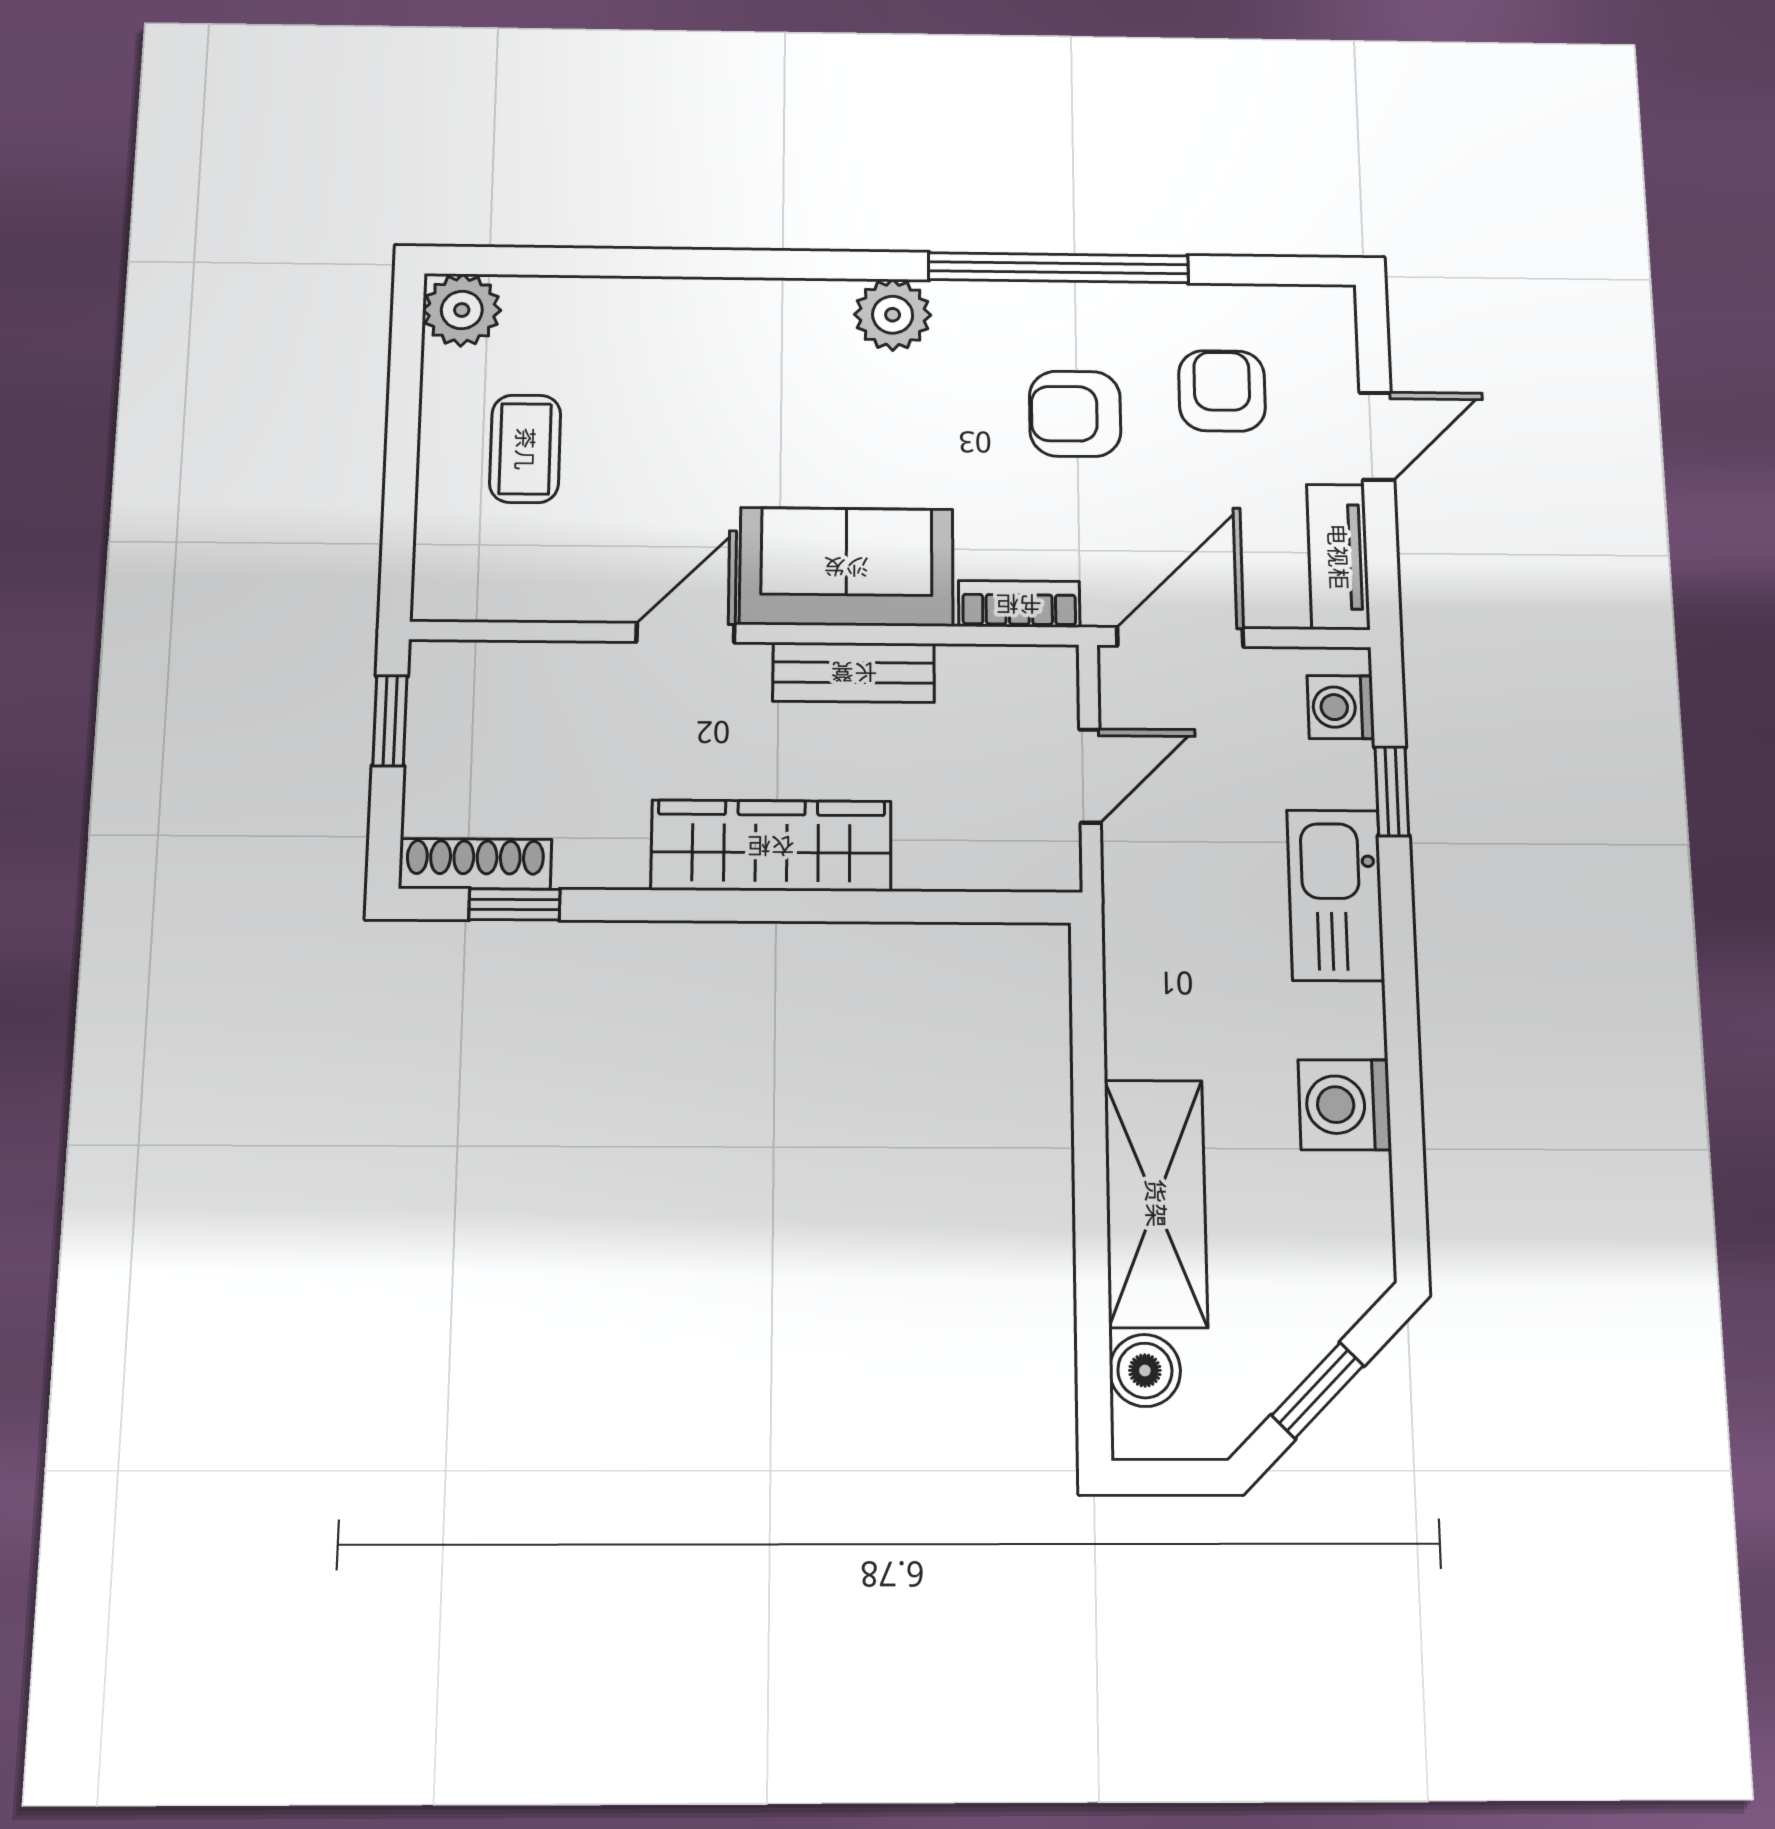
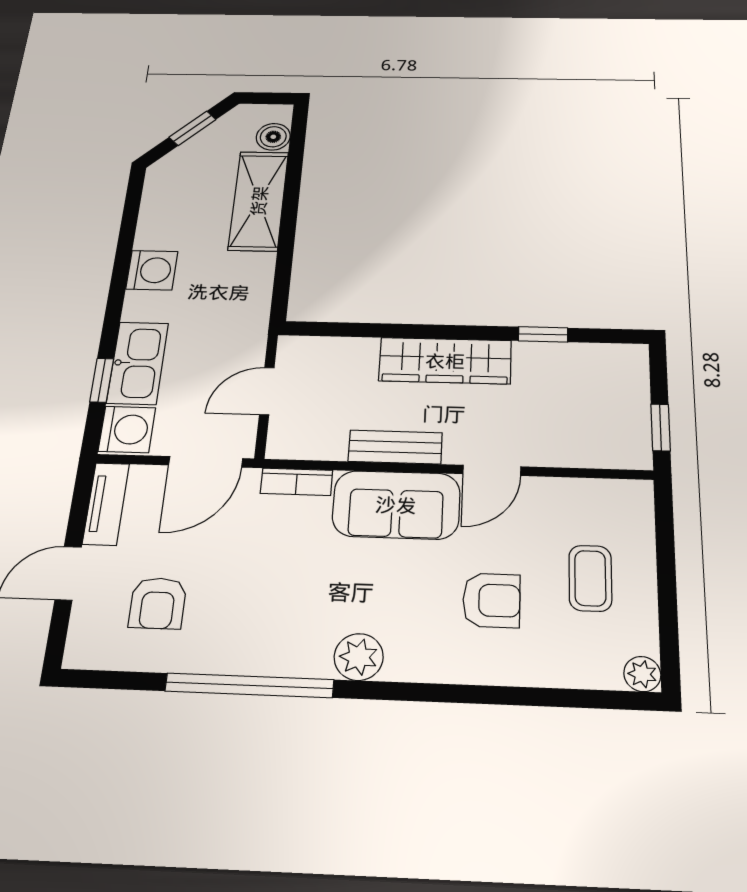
plant: (462, 310) -> (642, 674), width x0.73, depth x0.73
armchair: (1075, 414) -> (491, 600), moved
washing machine: (1341, 707) -> (127, 429), width x1.38, depth x1.38
shoe rack: (475, 864) -> (607, 355), removed
kitchen sink: (1335, 895) -> (138, 363), moved
window: (514, 904) -> (543, 334), moved
washing machine: (1345, 1105) -> (152, 270), moved

